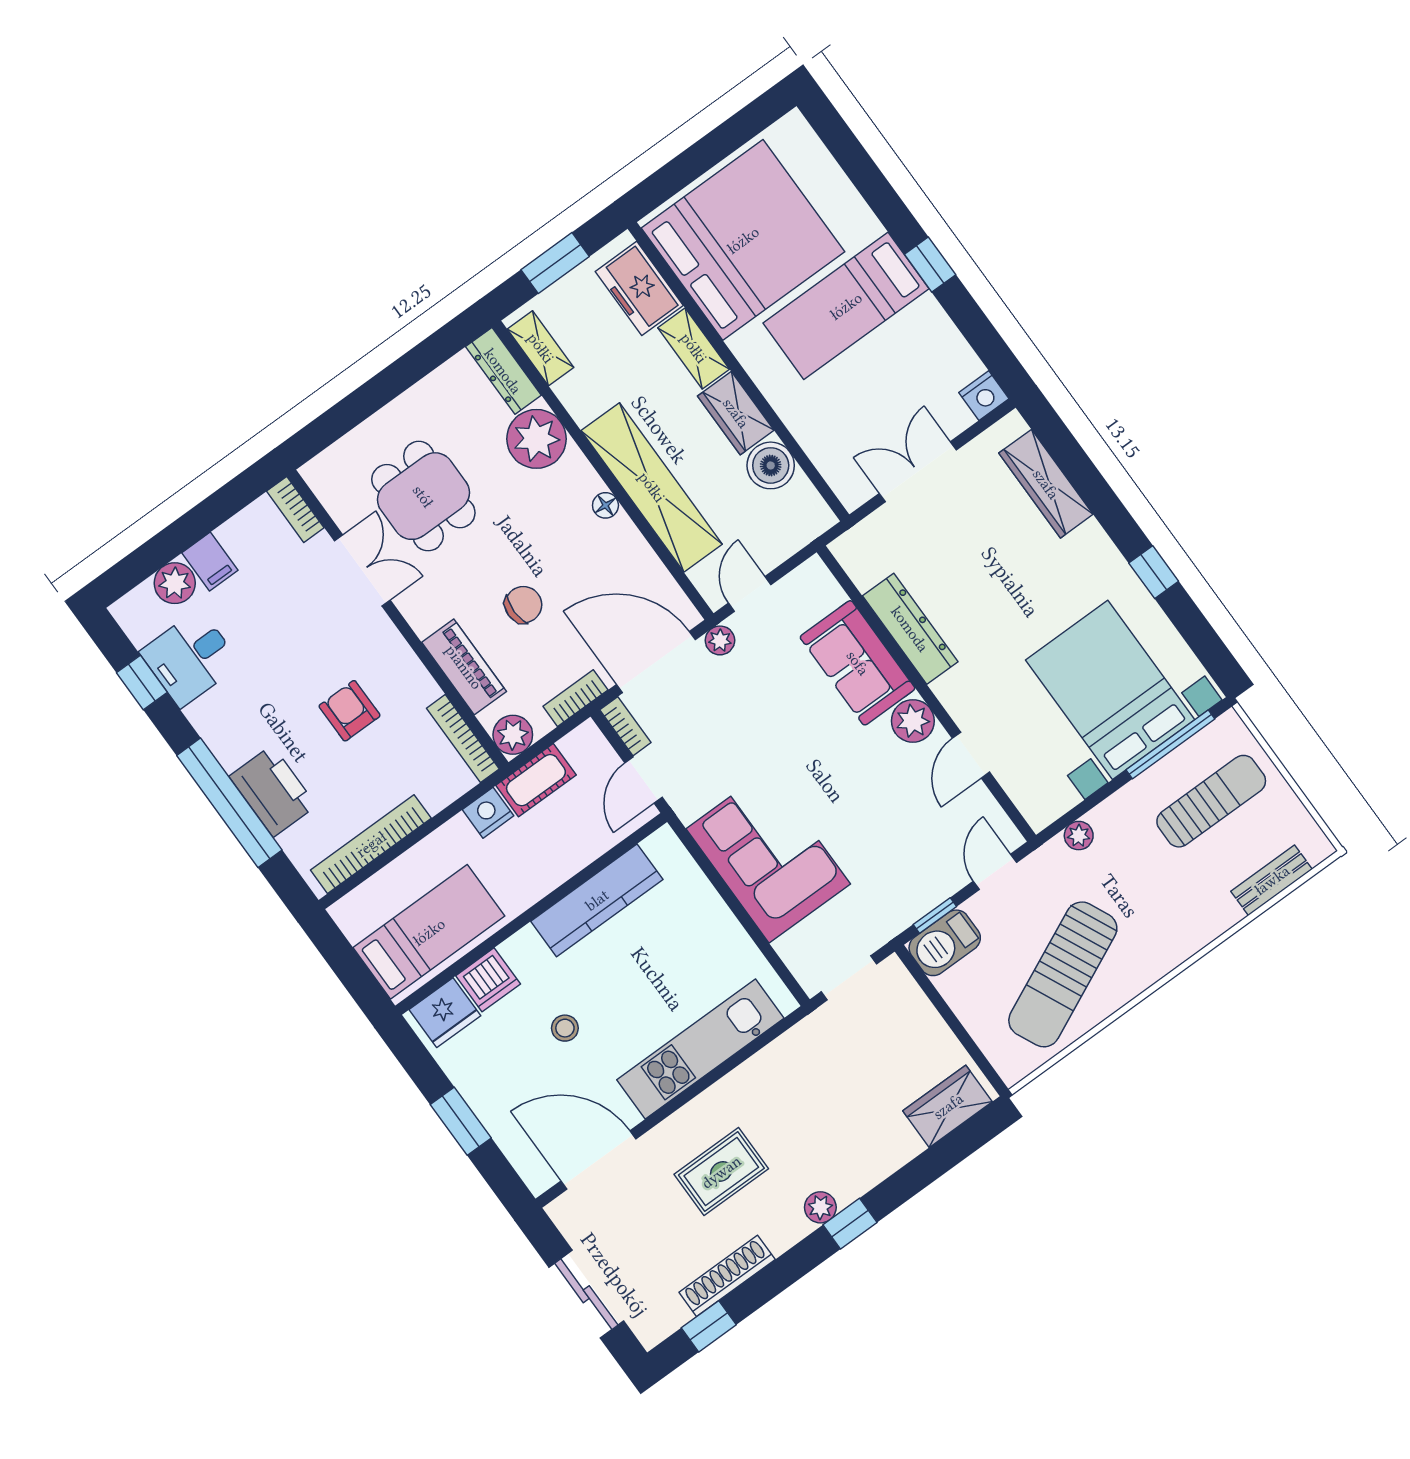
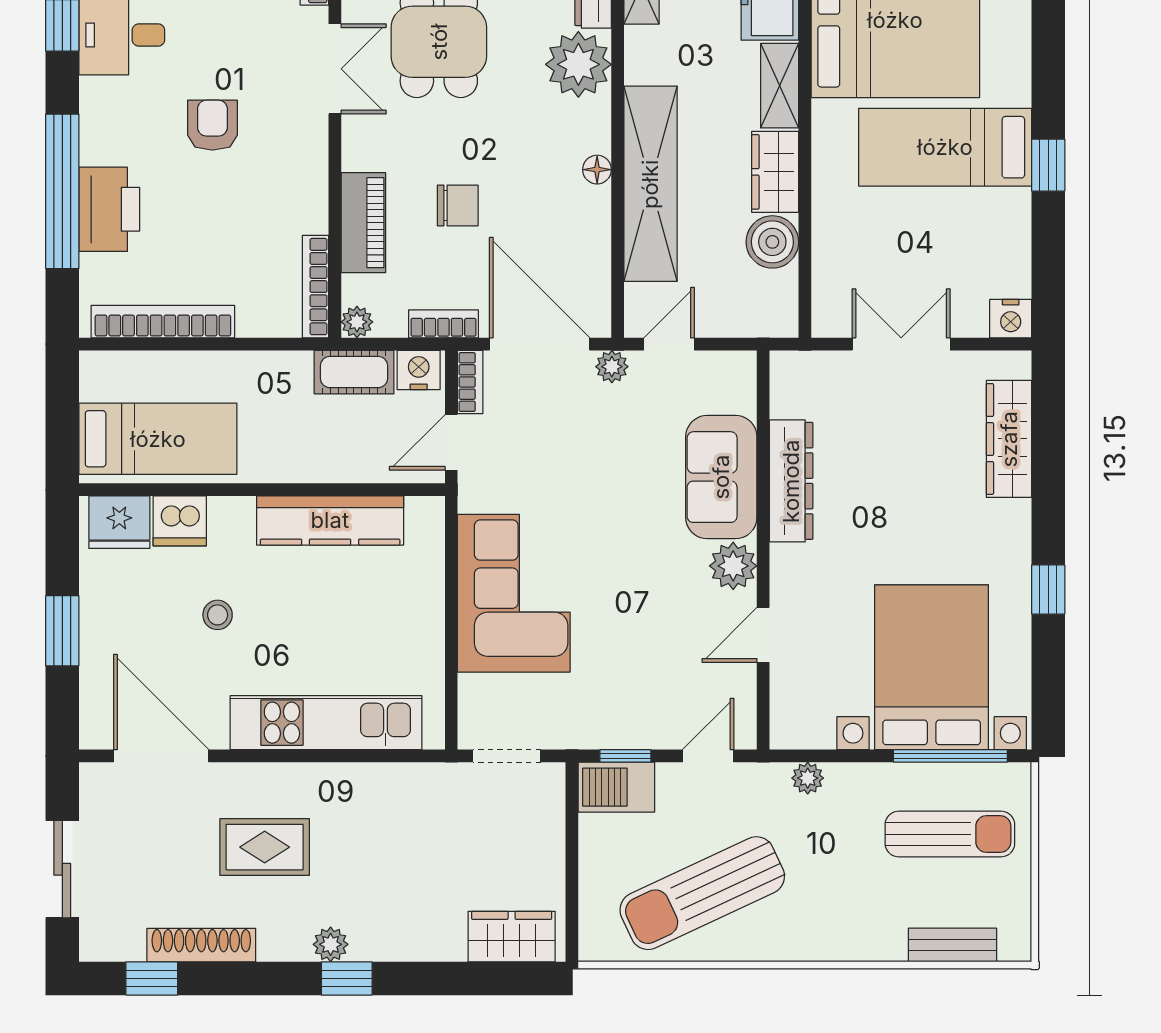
armchair: (350, 711) -> (212, 125), moved
plant: (513, 735) -> (357, 322), width x0.73, depth x0.73
nightstand: (488, 813) -> (419, 370), moved

